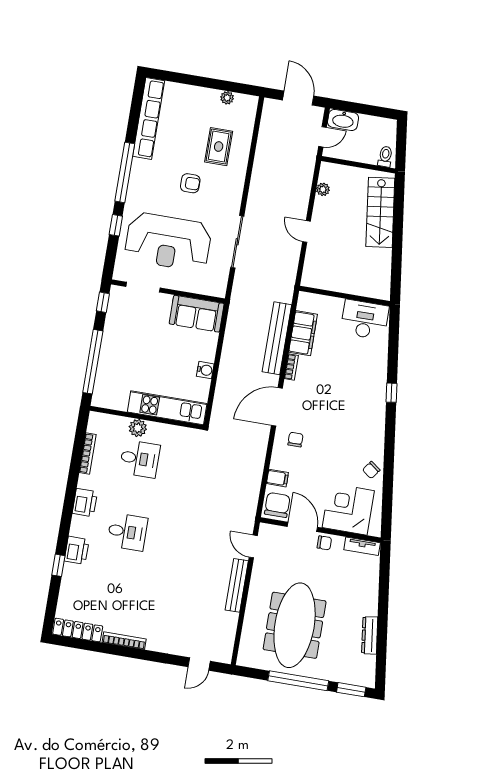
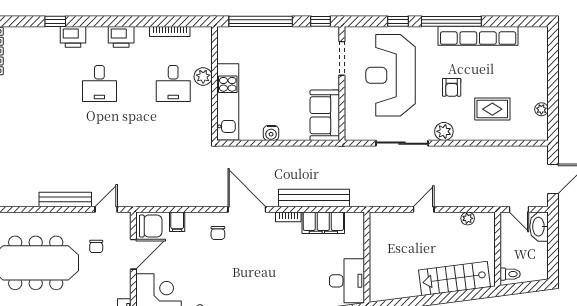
row of seats: (149, 118) -> (478, 36), moved
plant: (233, 198) -> (444, 131), added
chair: (295, 440) -> (218, 233), turned 90
chair: (324, 543) -> (96, 246), moved

